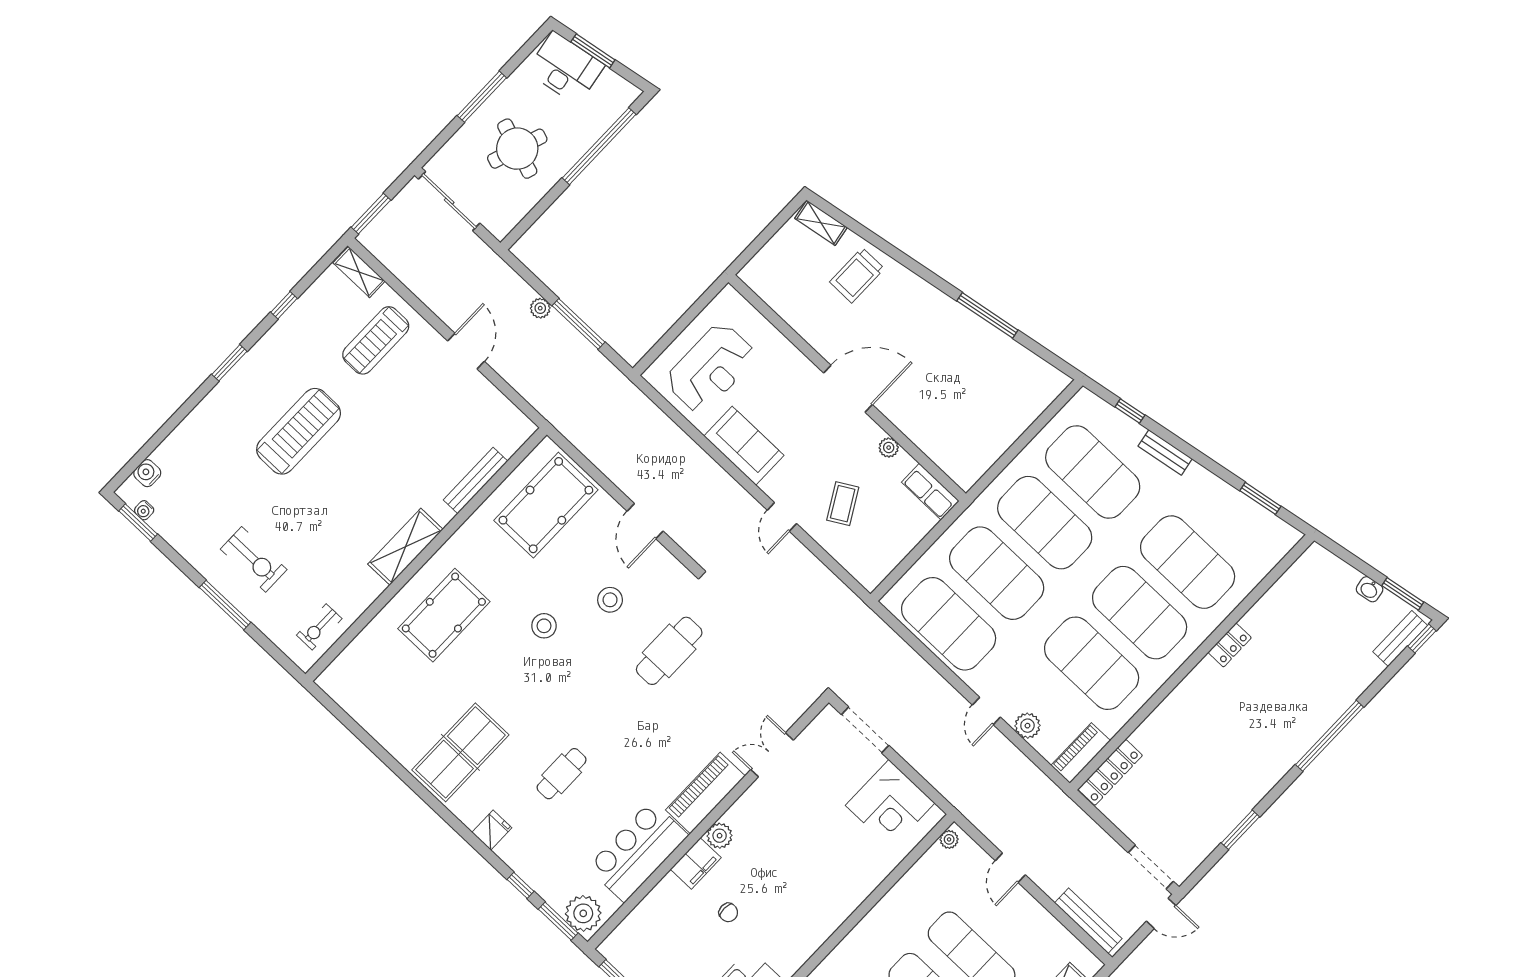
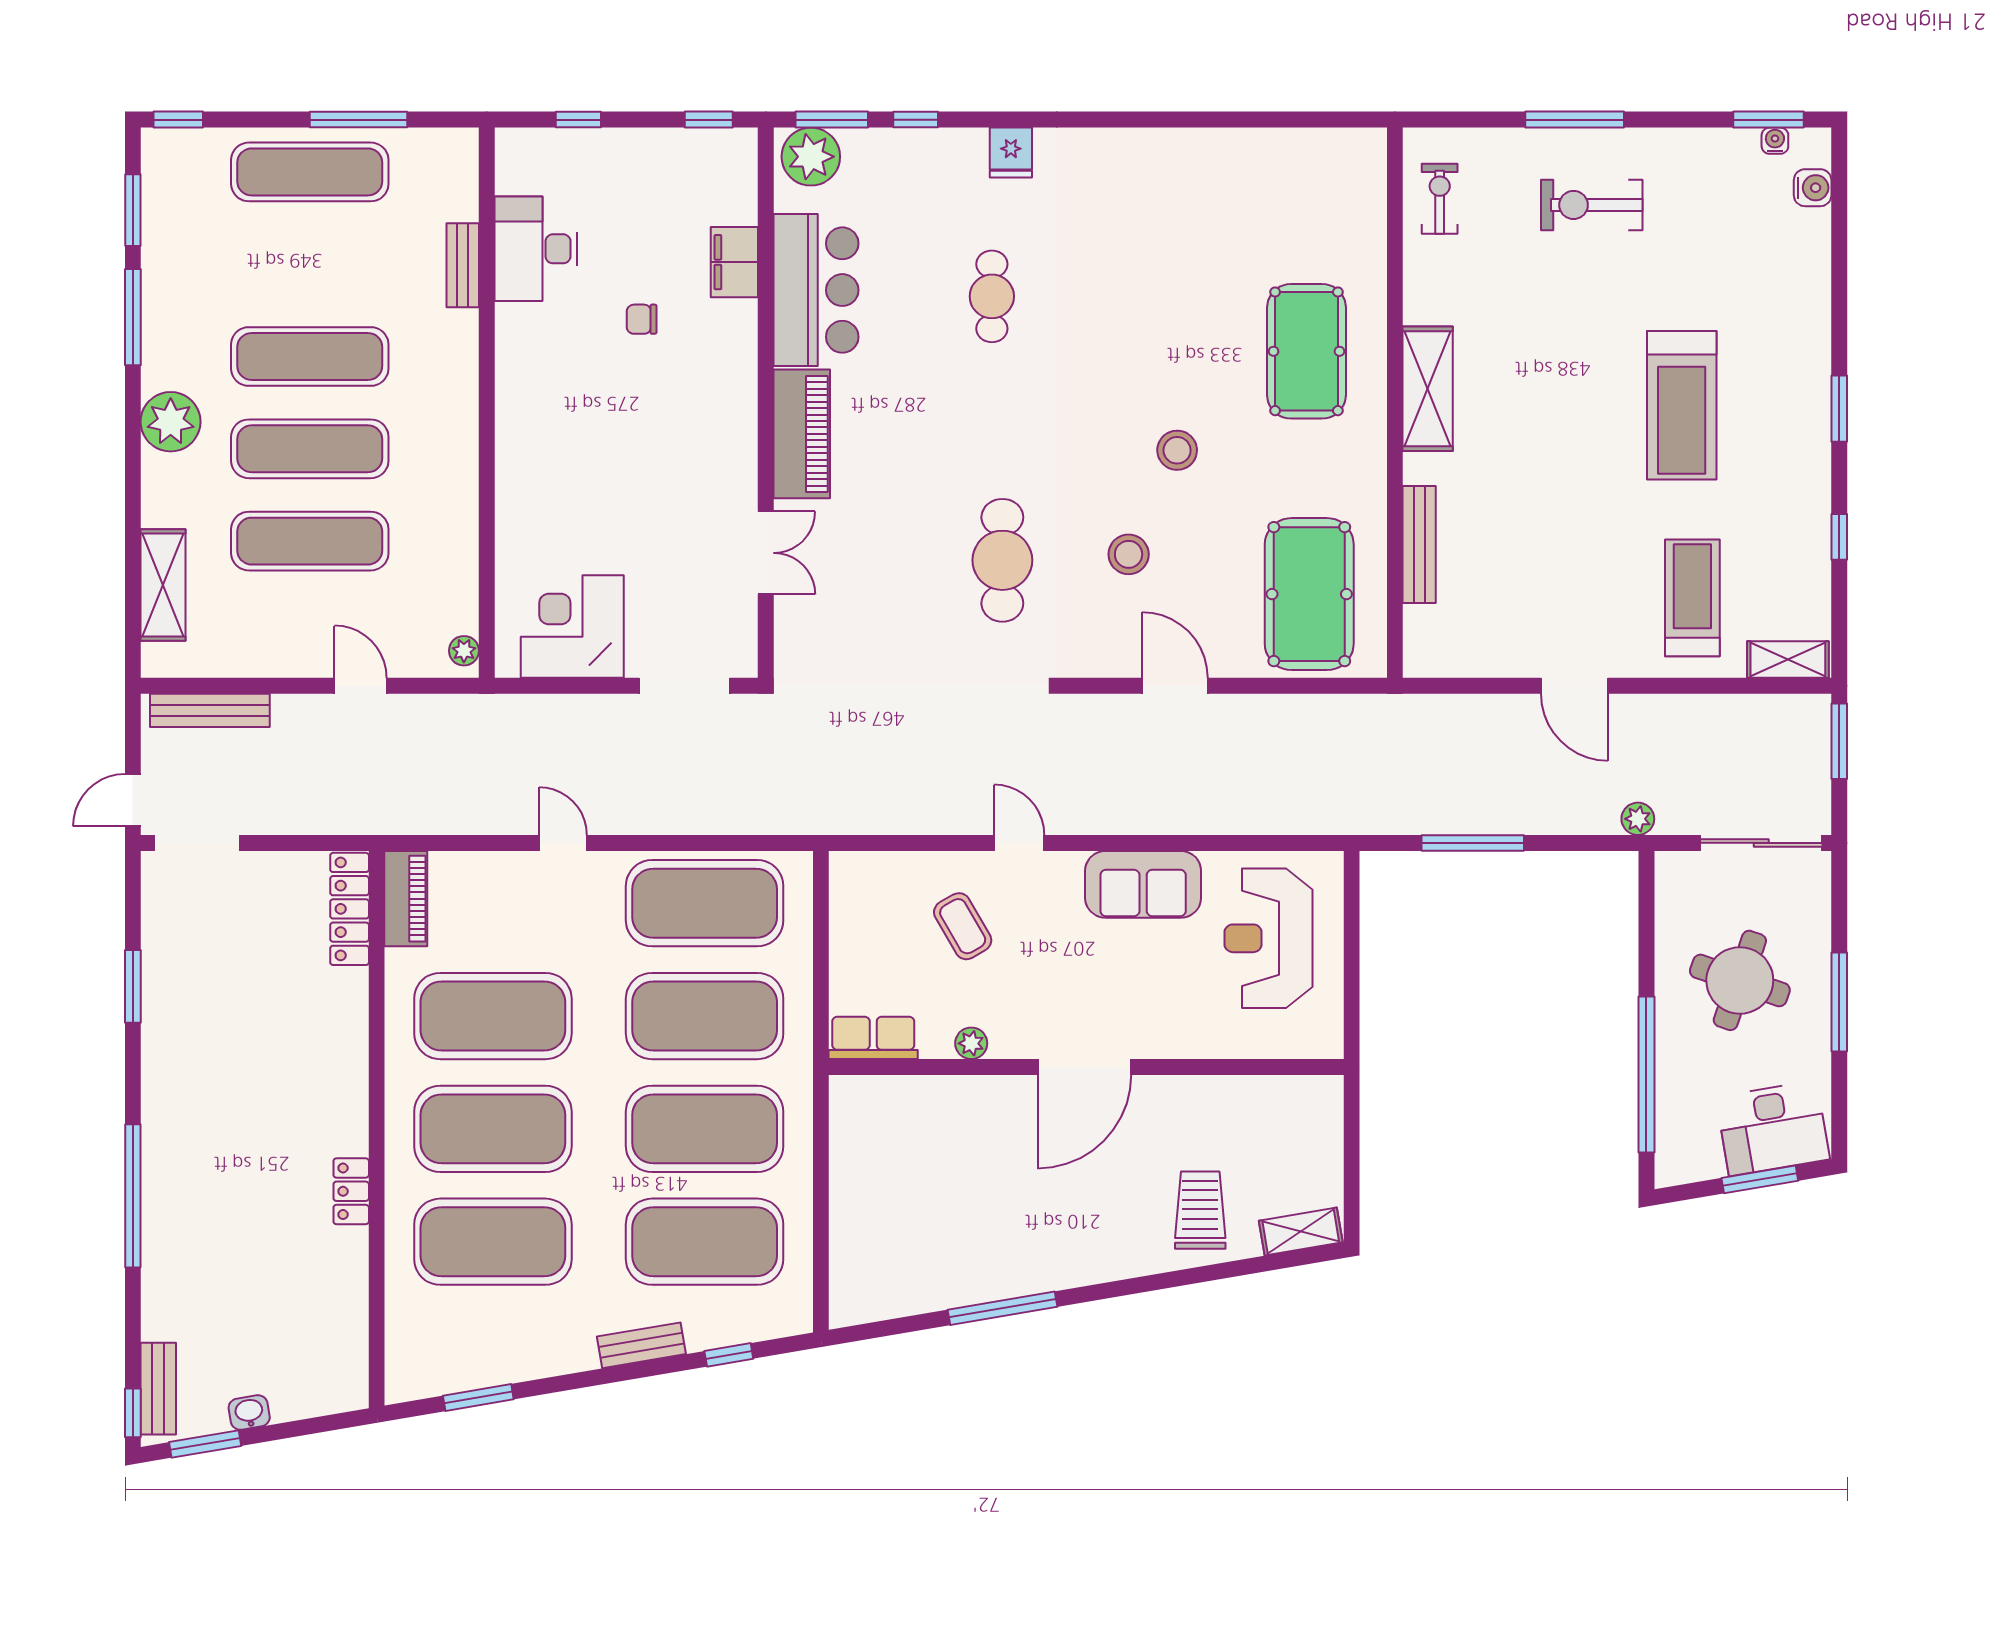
plant: (540, 308) -> (1638, 819), moved
plant: (1027, 726) -> (499, 872), removed
table tennis table: (460, 752) -> (1134, 209), removed
plant: (720, 836) -> (737, 400), removed
filing cabinet: (696, 863) -> (734, 262), moved

